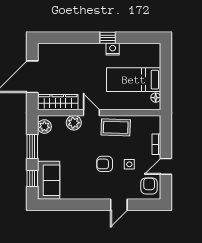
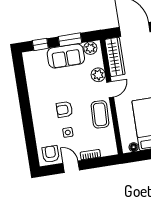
armchair: (105, 164) -> (64, 110), turned -90
sofa: (49, 180) -> (66, 56), moved
armchair: (149, 186) -> (51, 154), turned -90
door: (119, 205) -> (29, 129), removed

